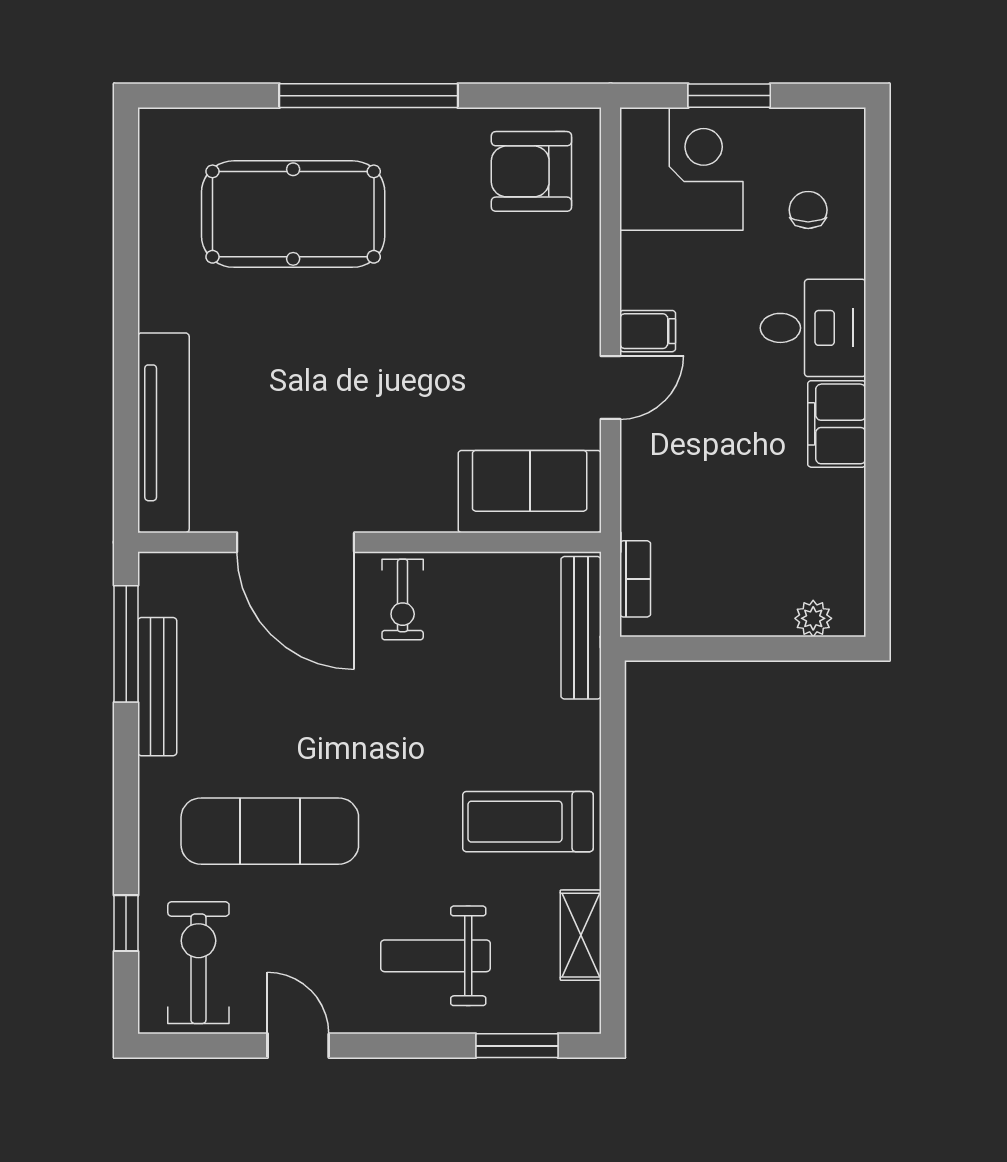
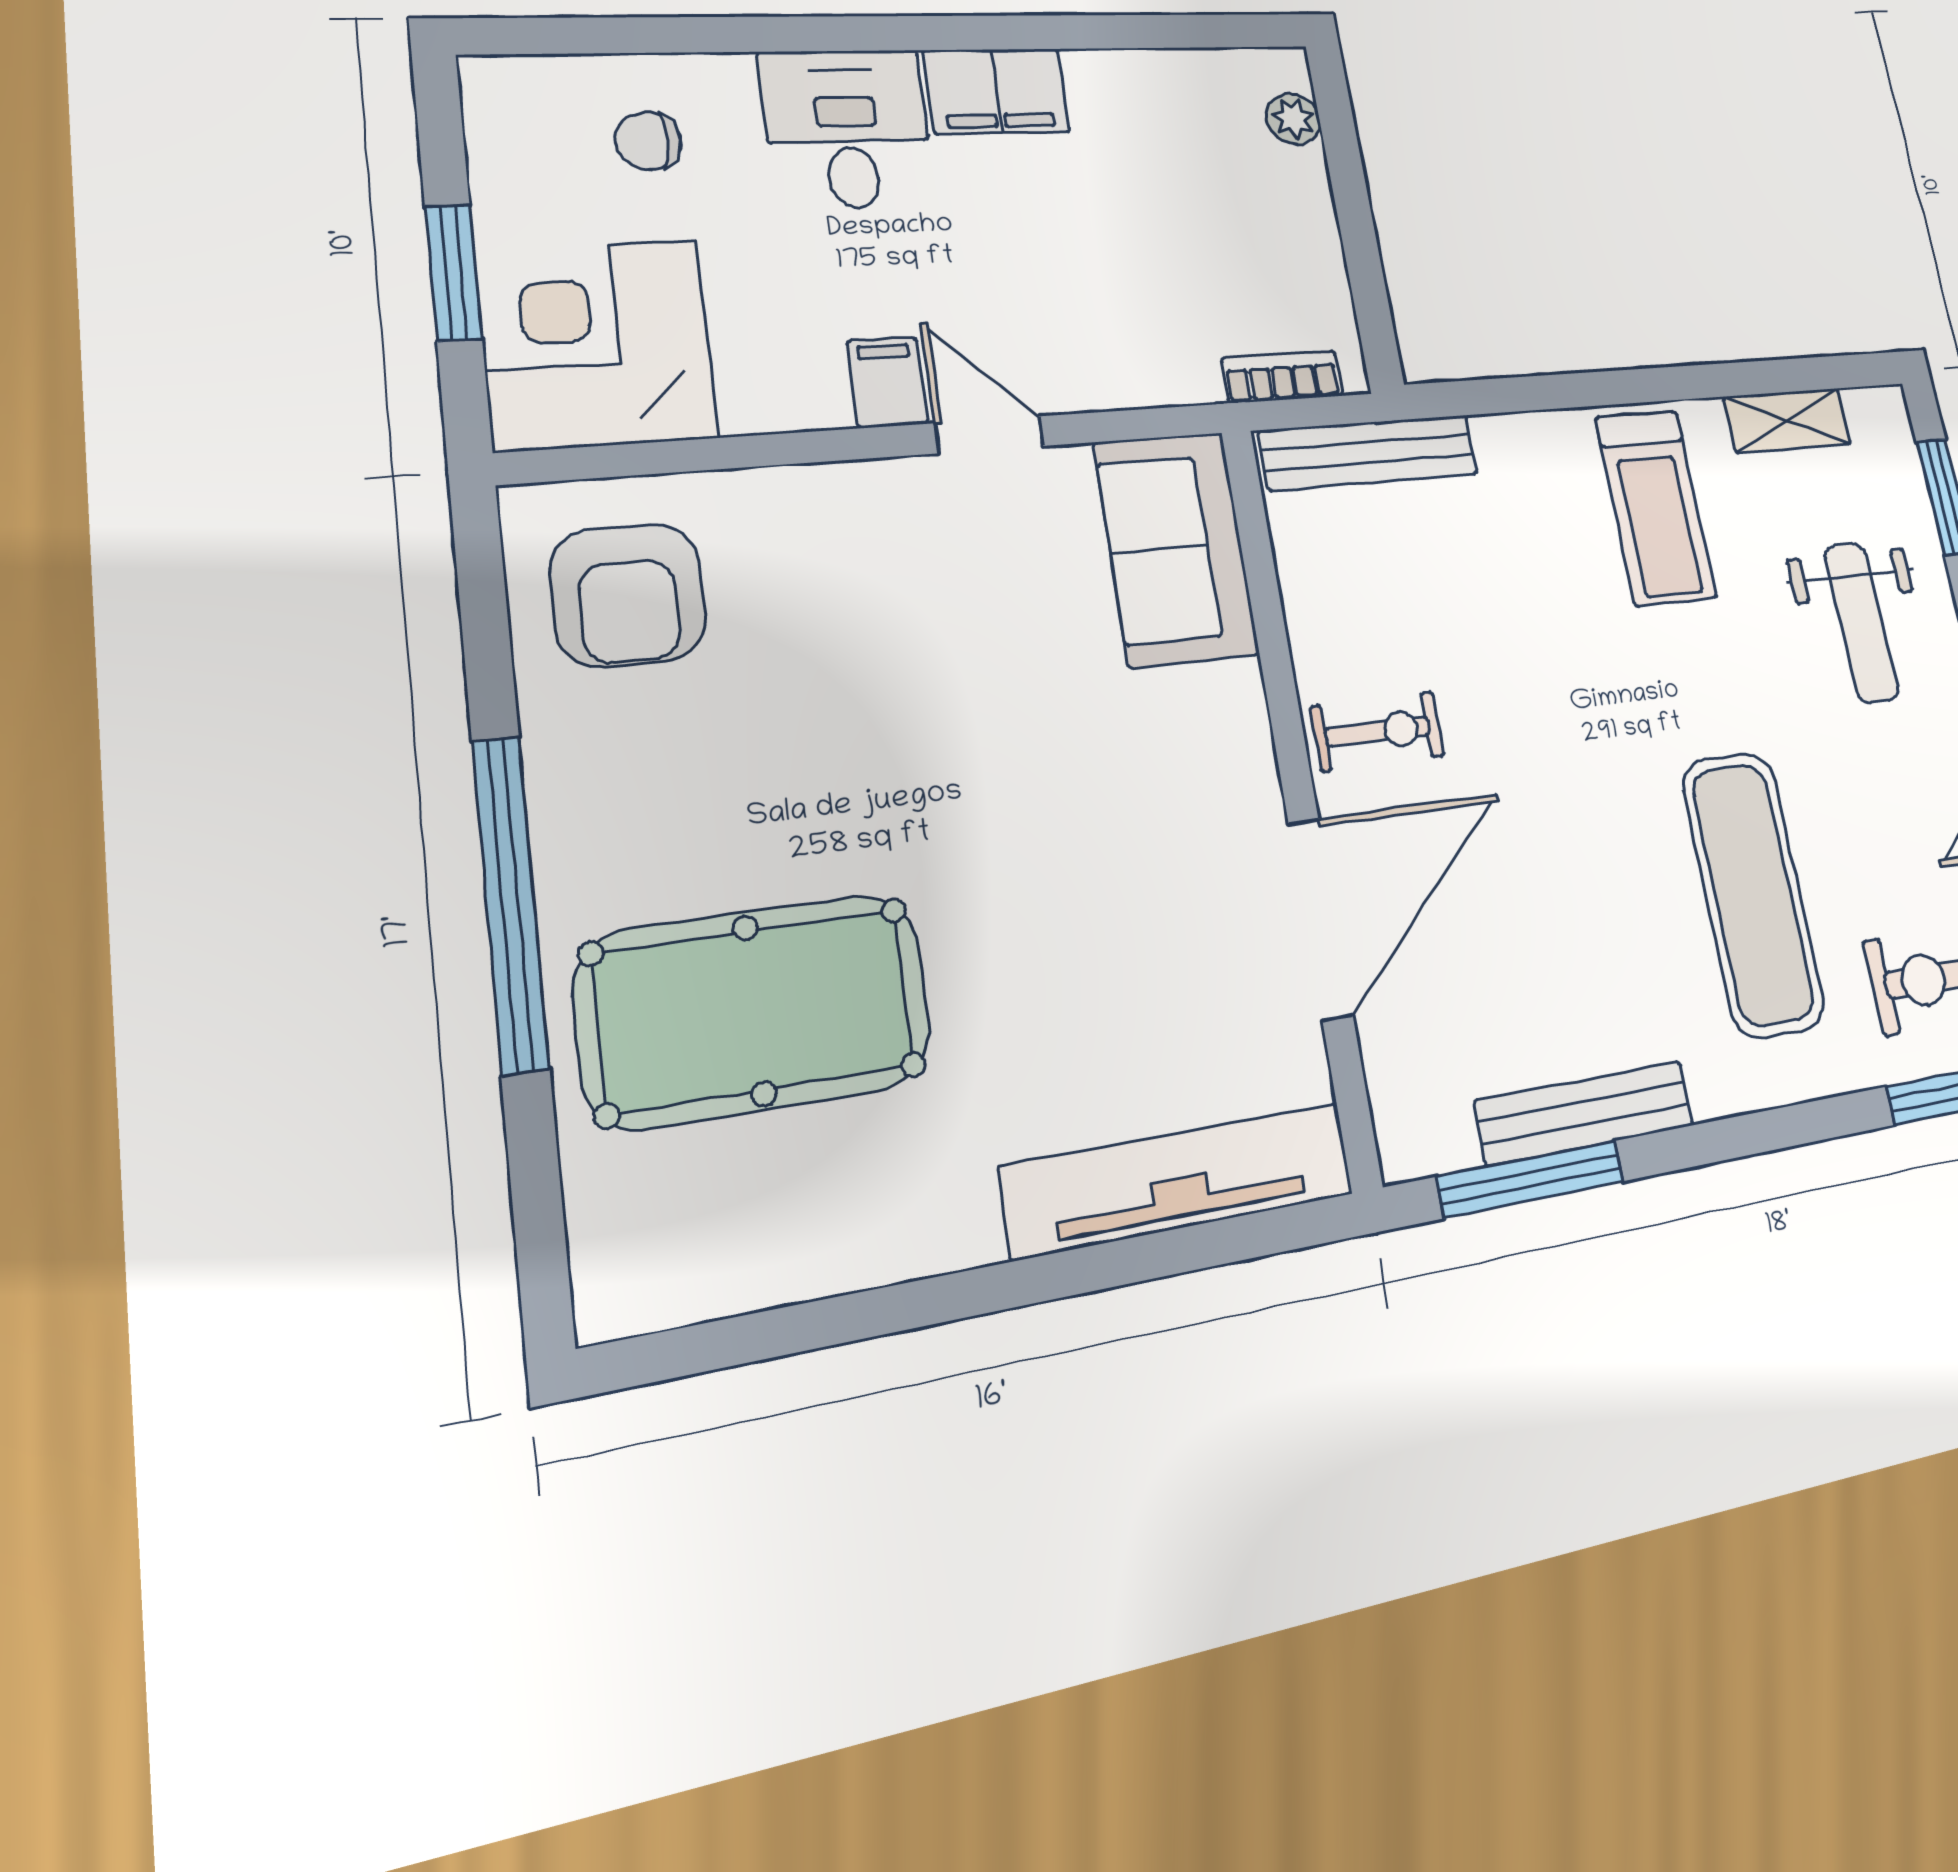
pool table: (293, 214) -> (755, 1010), turned 90

